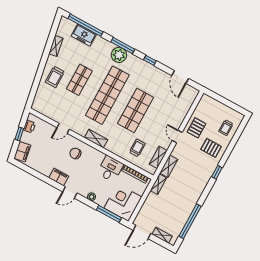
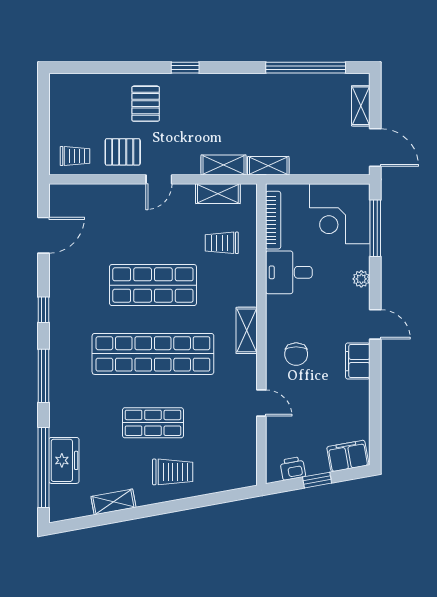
plant: (119, 55) -> (65, 374), removed
trolley: (226, 128) -> (75, 156), moved

